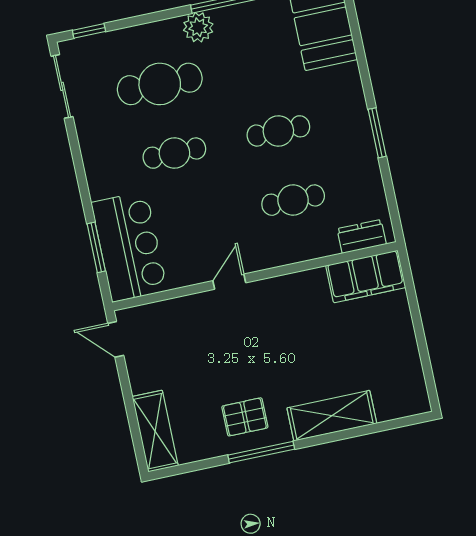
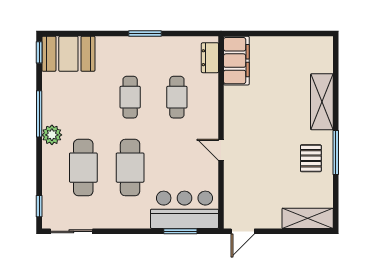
cafe table: (174, 153) -> (130, 168), width x1.37, depth x1.35

